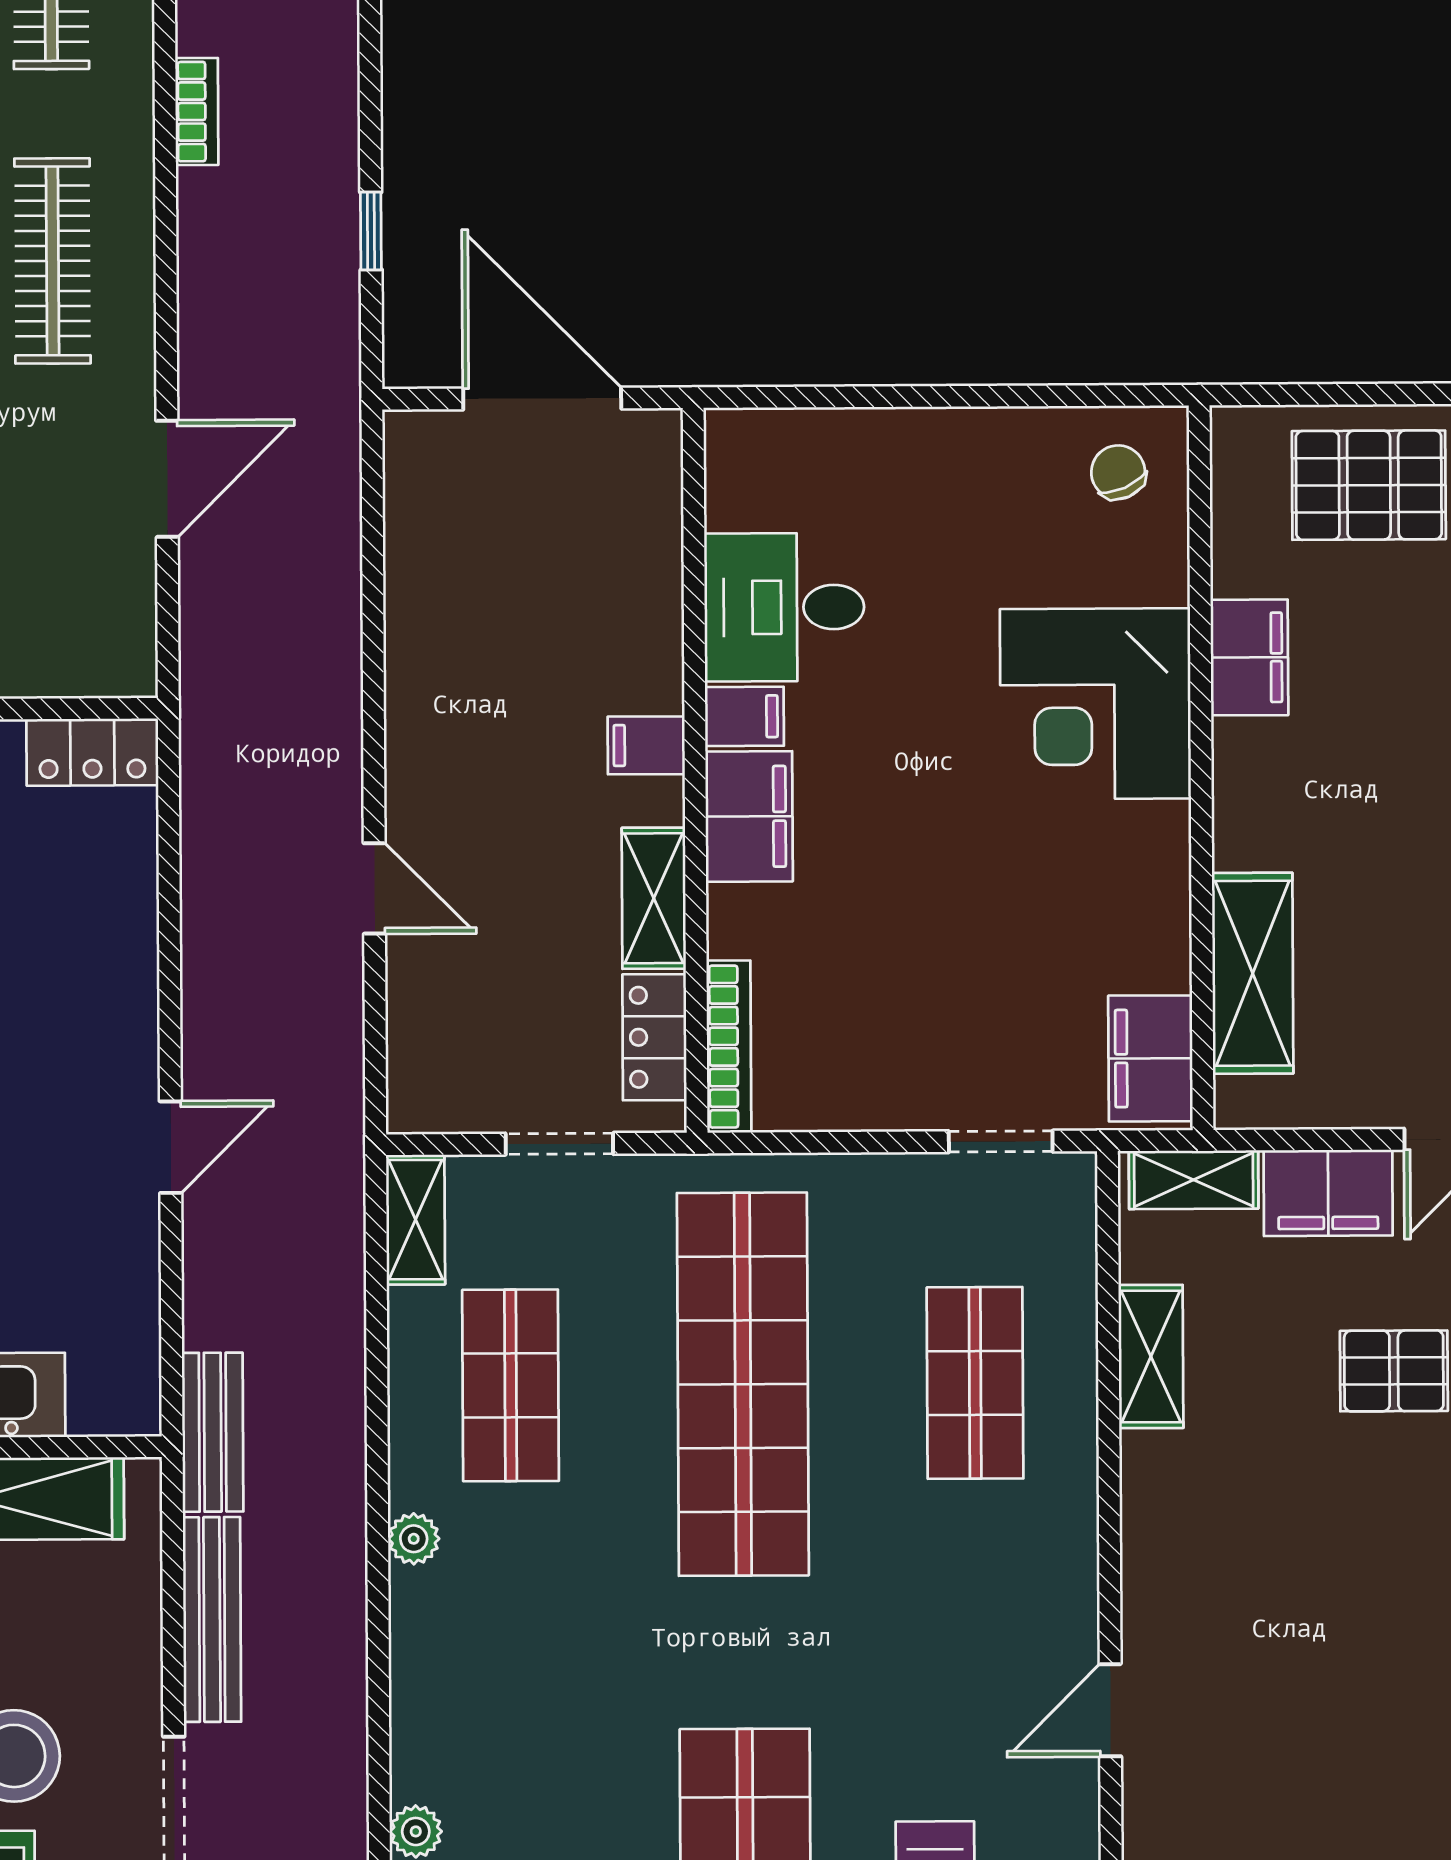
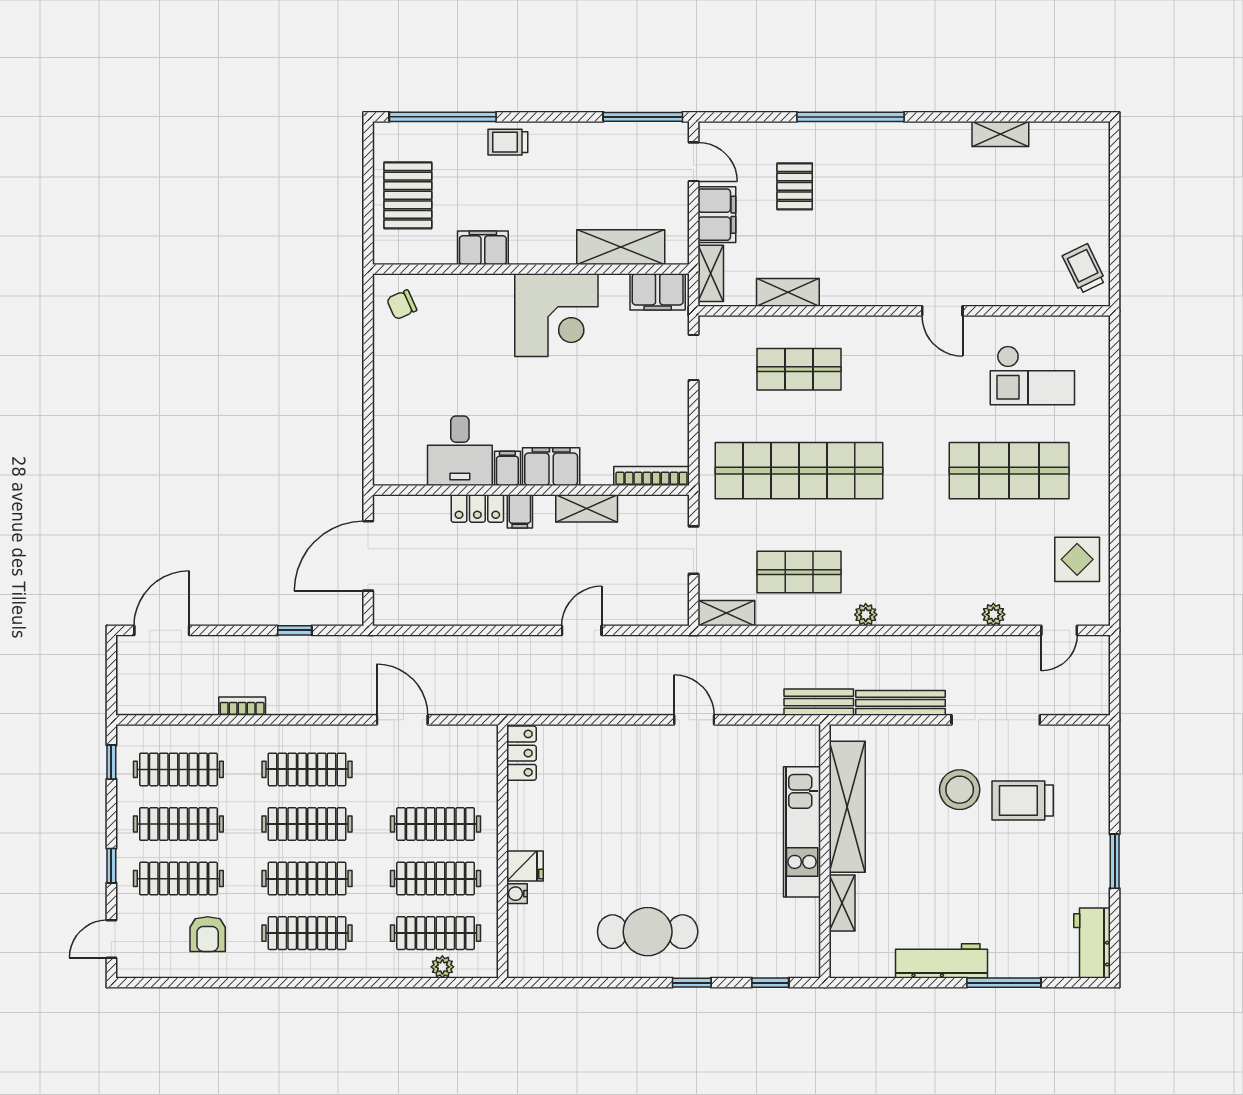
corner desk: (1095, 704) -> (556, 315), moved
locker: (654, 1037) -> (477, 508), moved

